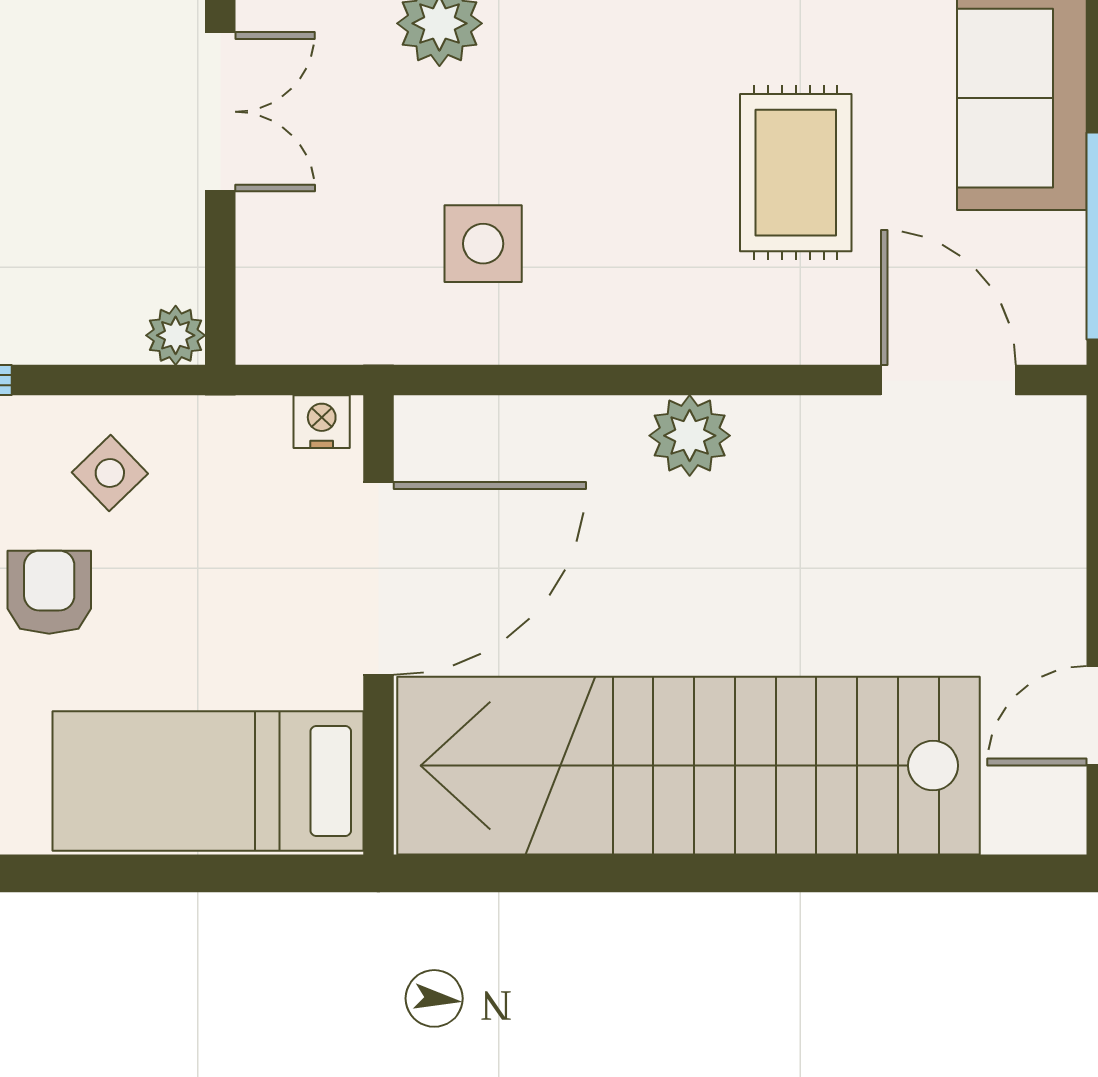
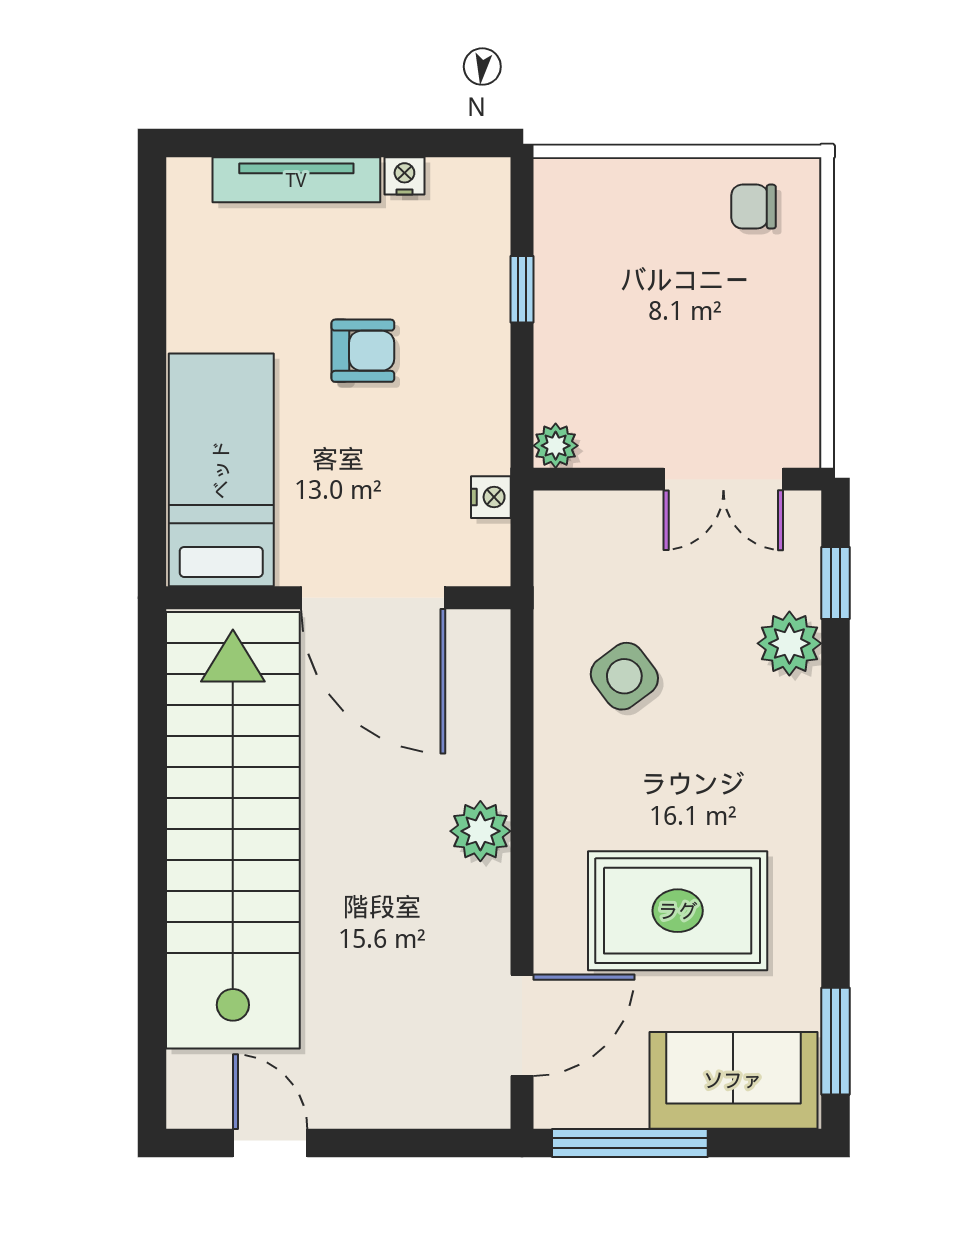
rug: (796, 173) -> (678, 911), width x1.36, depth x1.43
side table: (483, 244) -> (624, 676), turned -37
nightstand: (322, 422) -> (491, 497), moved
side table: (110, 473) -> (452, 396), removed

